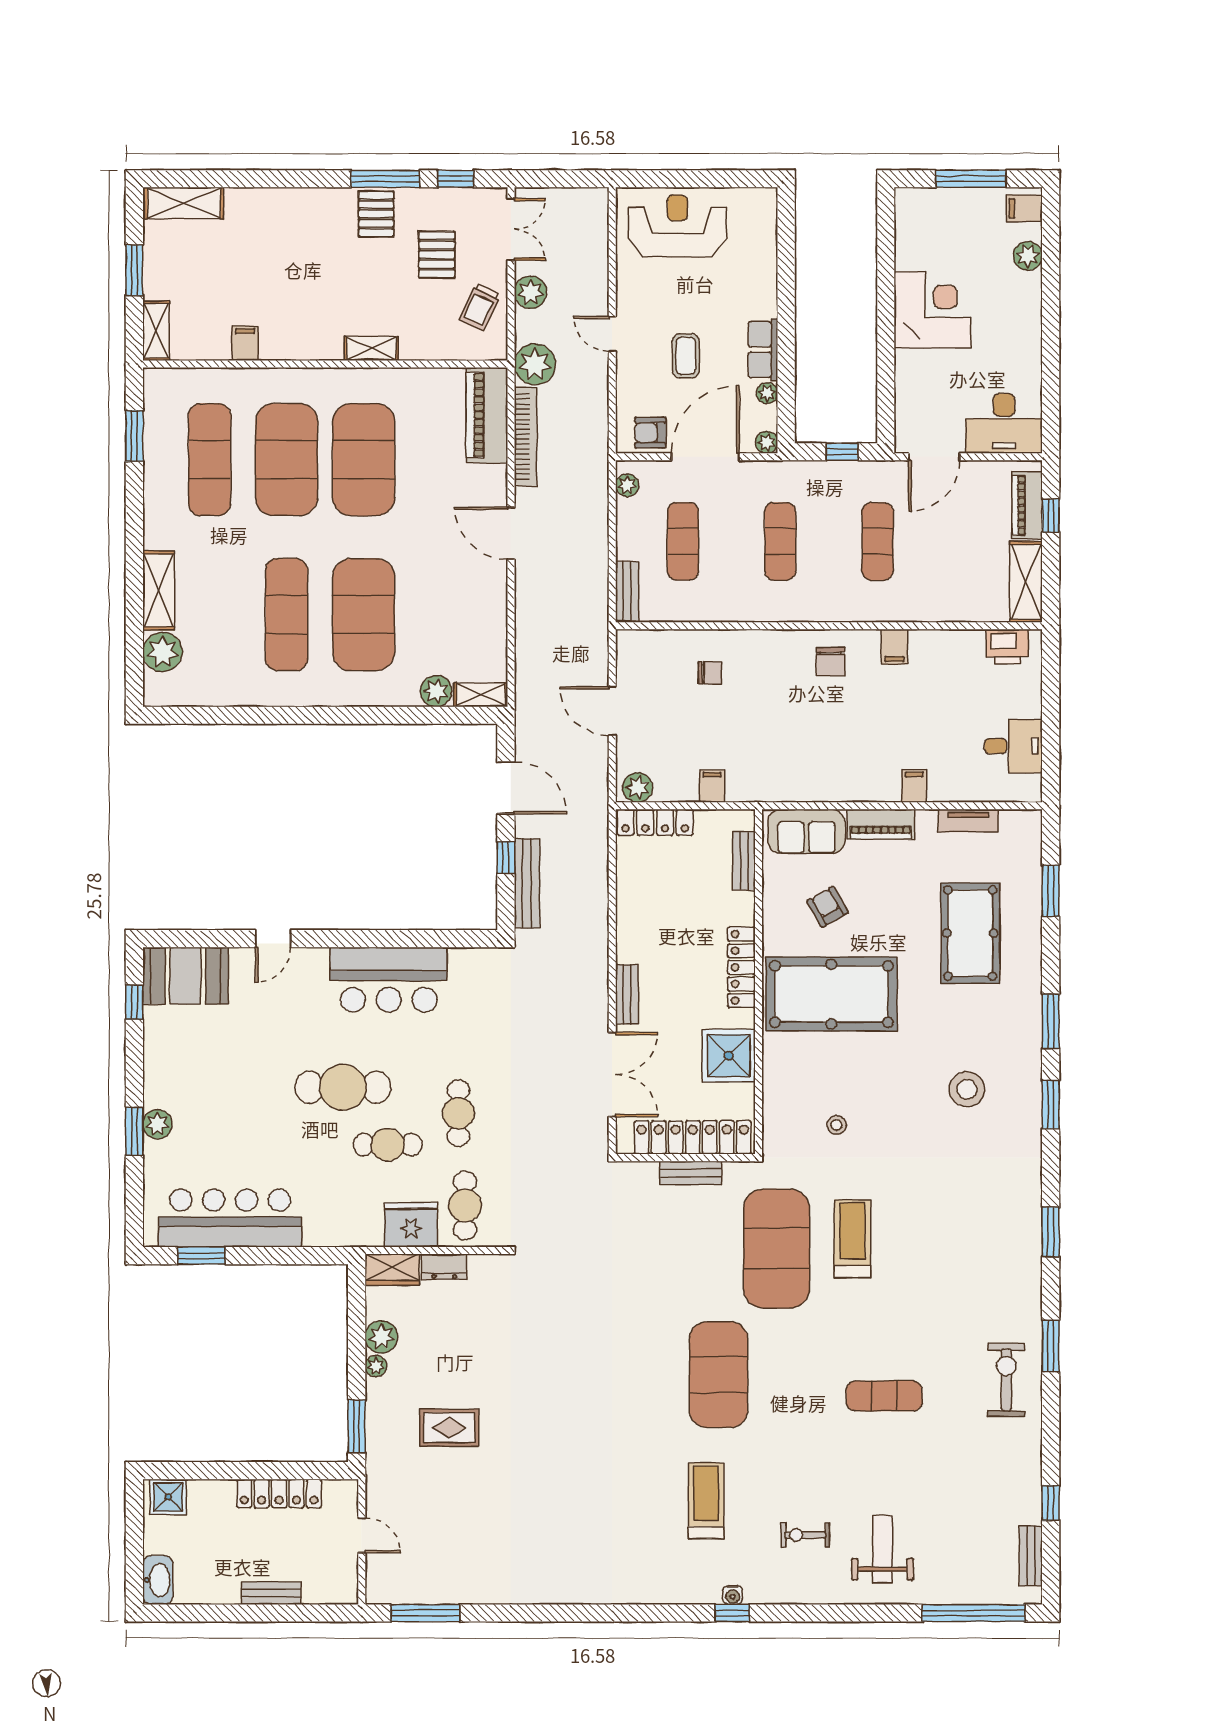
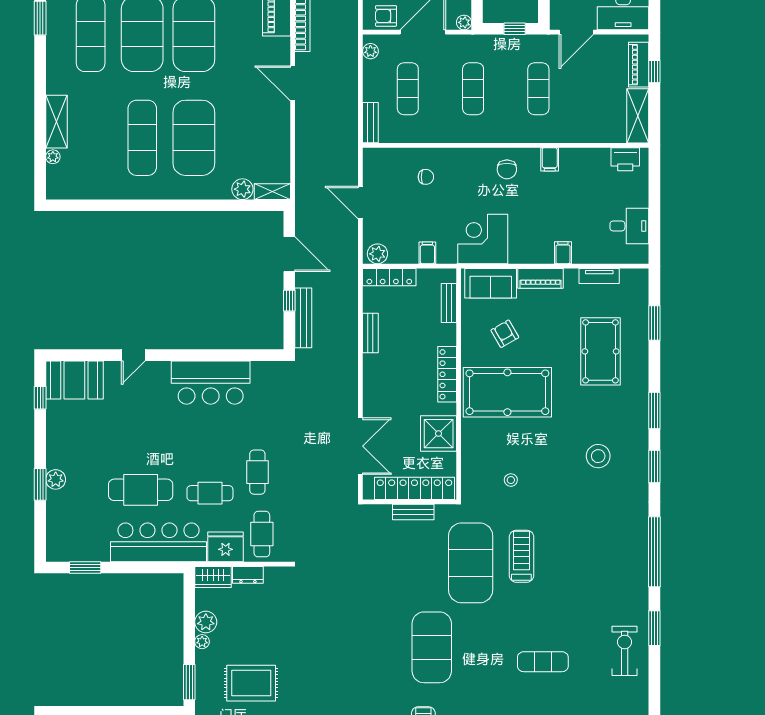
plant: (163, 652) -> (53, 157), width x0.53, depth x0.53
corner desk: (795, 765) -> (483, 239), added
bench: (627, 994) -> (370, 333), moved
cafe table: (343, 1087) -> (141, 490), moved
bar counter: (230, 1218) -> (158, 542), moved
window: (1051, 1232) -> (654, 552), width x2.11
rug: (449, 1428) -> (251, 683), width x1.36, depth x1.43

